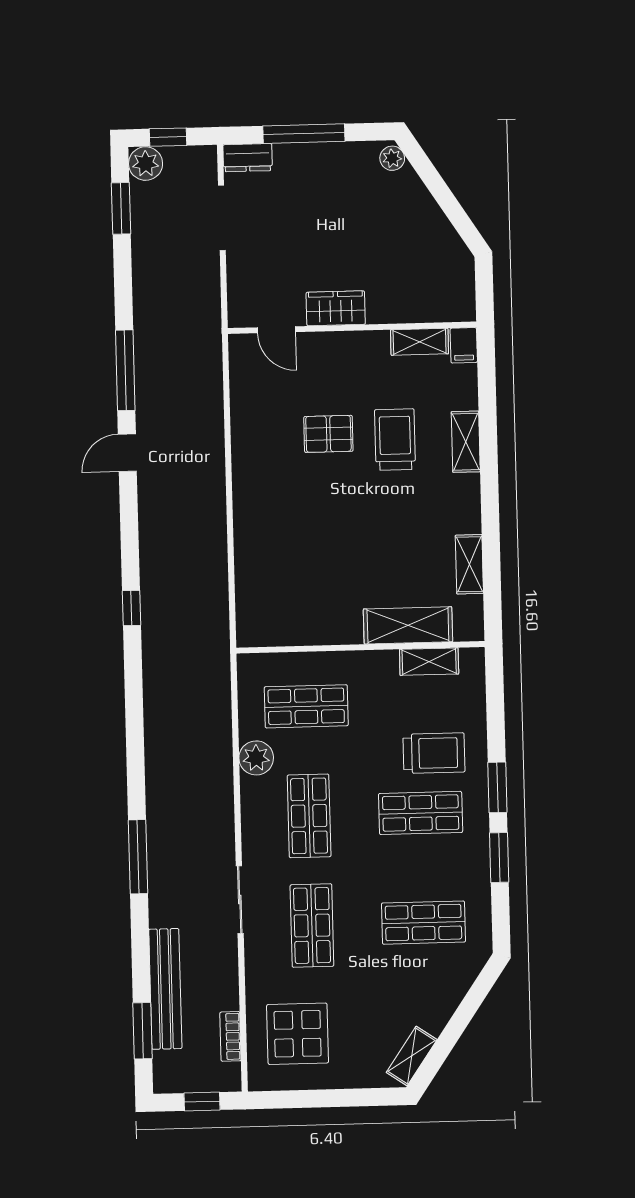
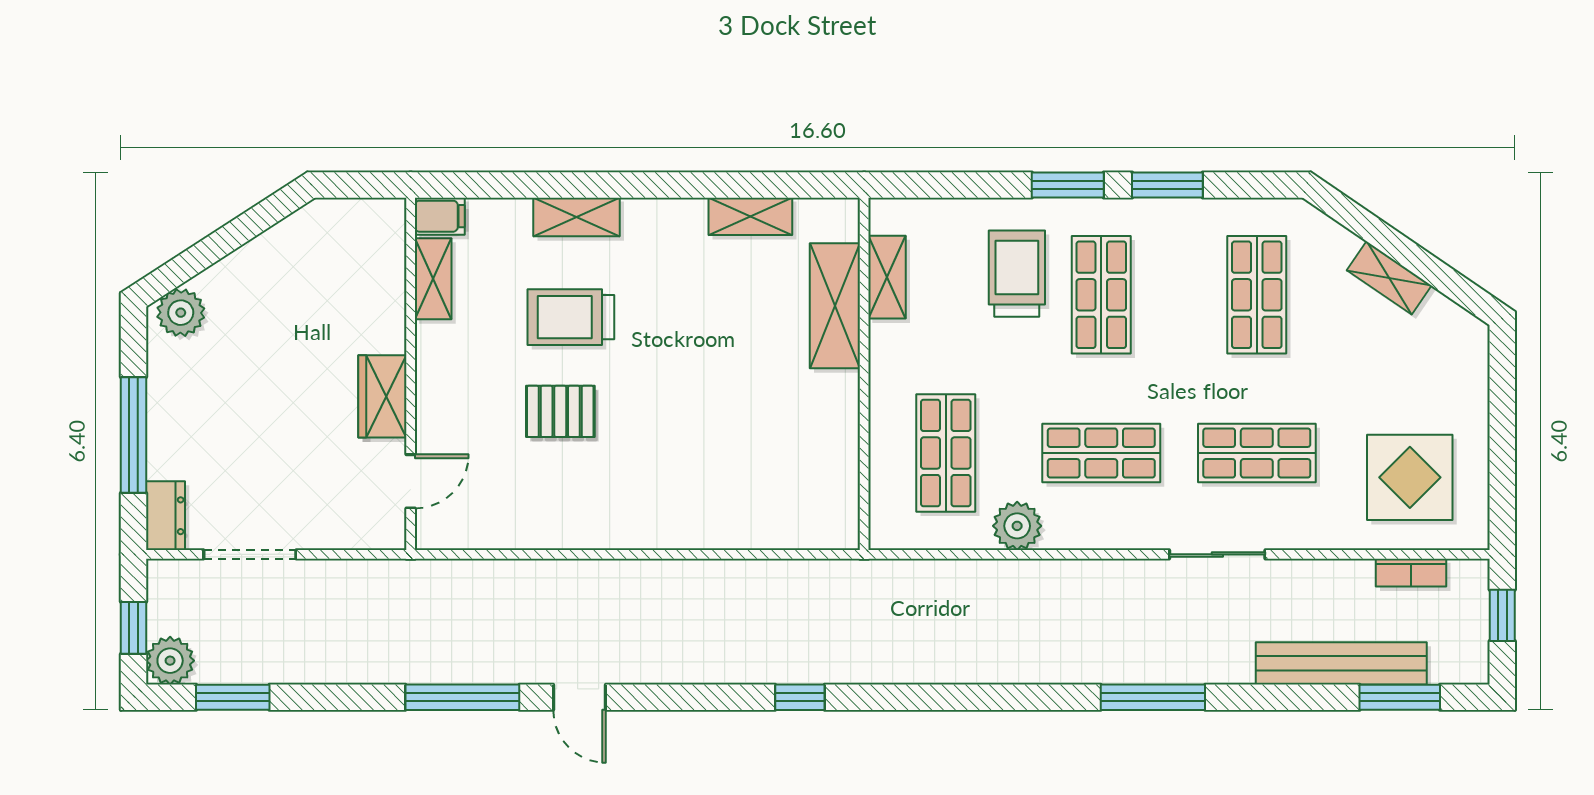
plant: (392, 158) -> (181, 313), width x1.38, depth x1.38
pallet: (328, 434) -> (560, 411), turned 90
shelving: (412, 1056) -> (1389, 278), moved

